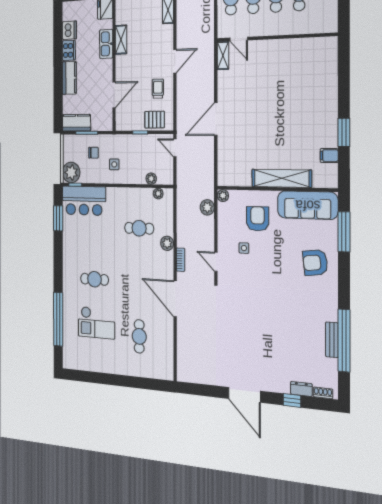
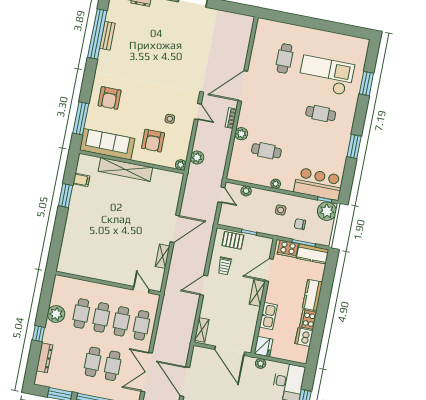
shelving: (121, 40) -> (257, 293), moved
shelving: (223, 55) -> (163, 256), moved
cooker: (100, 123) -> (288, 249), added
door: (175, 148) -> (221, 195), moved
plant: (158, 194) -> (276, 184), moved
window: (58, 218) -> (354, 146), moved
armchair: (315, 263) -> (110, 98), turned 97
door: (175, 299) -> (243, 86), swing flipped
window: (58, 319) -> (366, 83), width x0.47
checkout: (96, 323) -> (326, 75), width x1.36, depth x1.21

